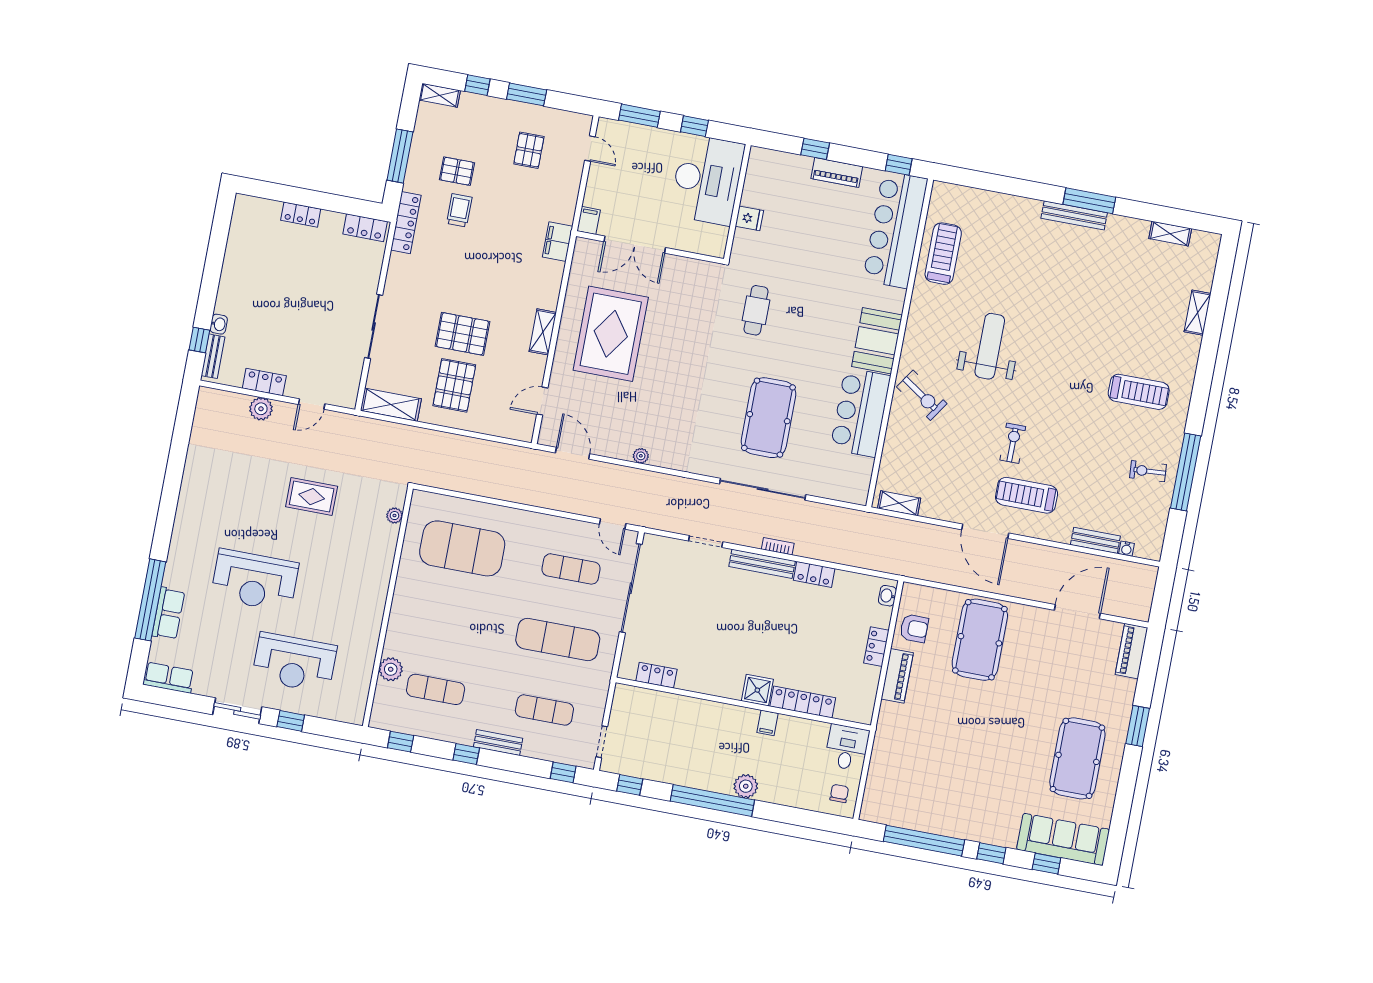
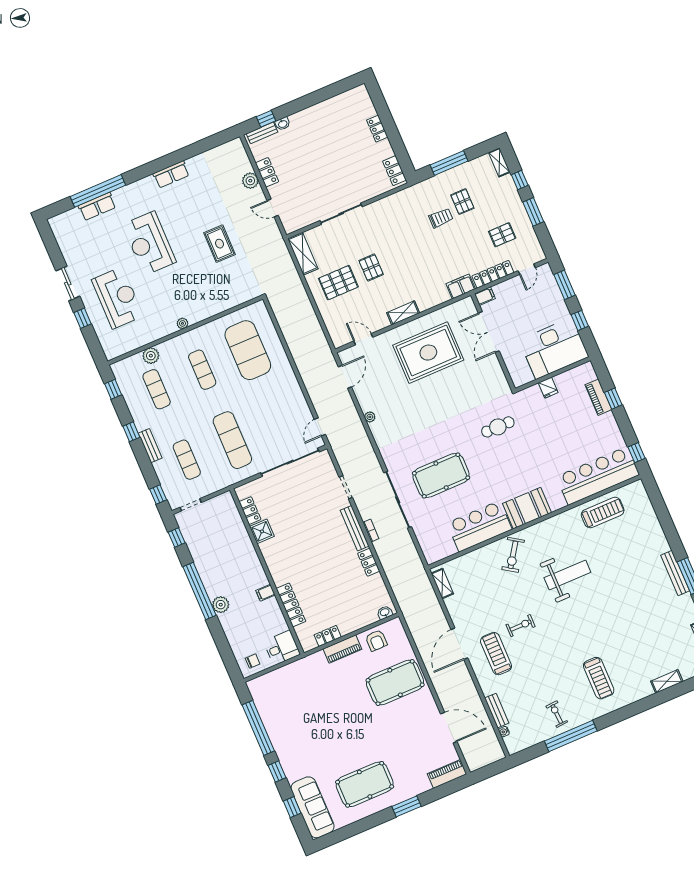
piano: (837, 172) -> (598, 397), moved
locker: (406, 223) -> (493, 274), moved, turned 180
pallet: (463, 334) -> (371, 267), width x0.67, depth x0.71
plant: (394, 516) -> (182, 323), moved
exercise mat: (571, 569) -> (202, 370), moved
locker: (876, 647) -> (328, 636), moved
reception desk: (294, 663) -> (117, 298), turned 180
row of seats: (169, 678) -> (171, 174), moved, turned 90
shower: (757, 690) -> (262, 531), moved

